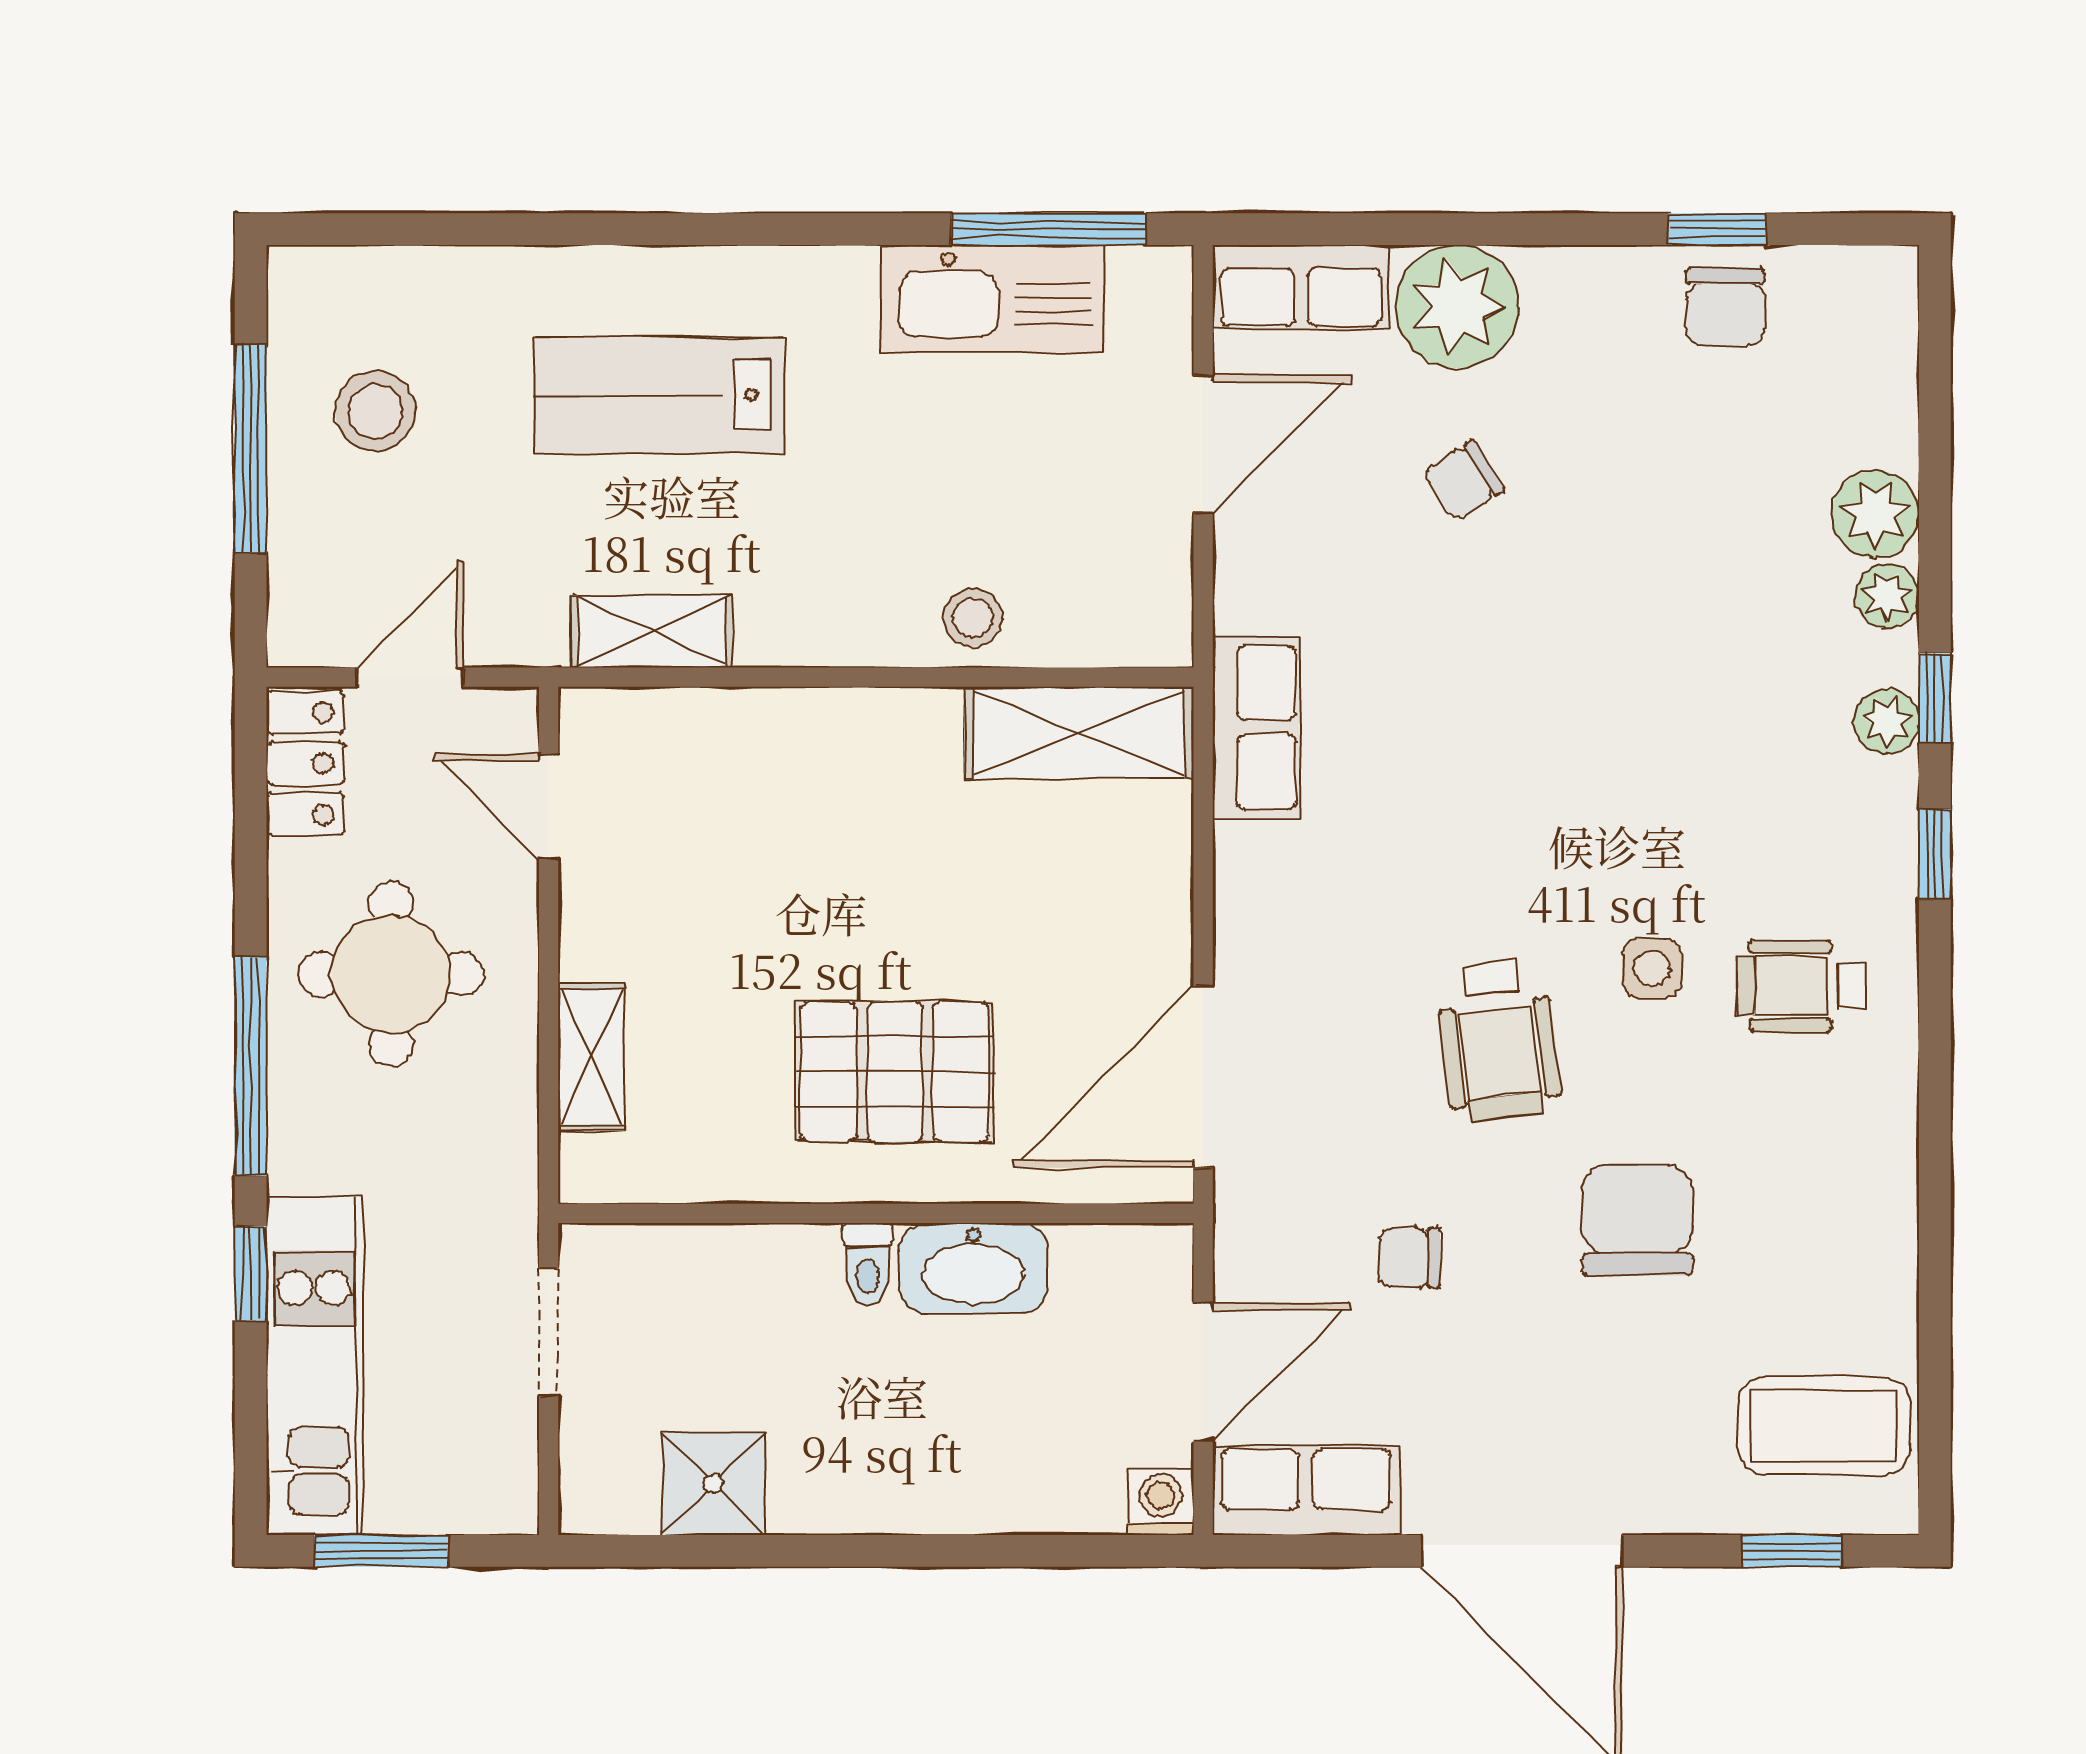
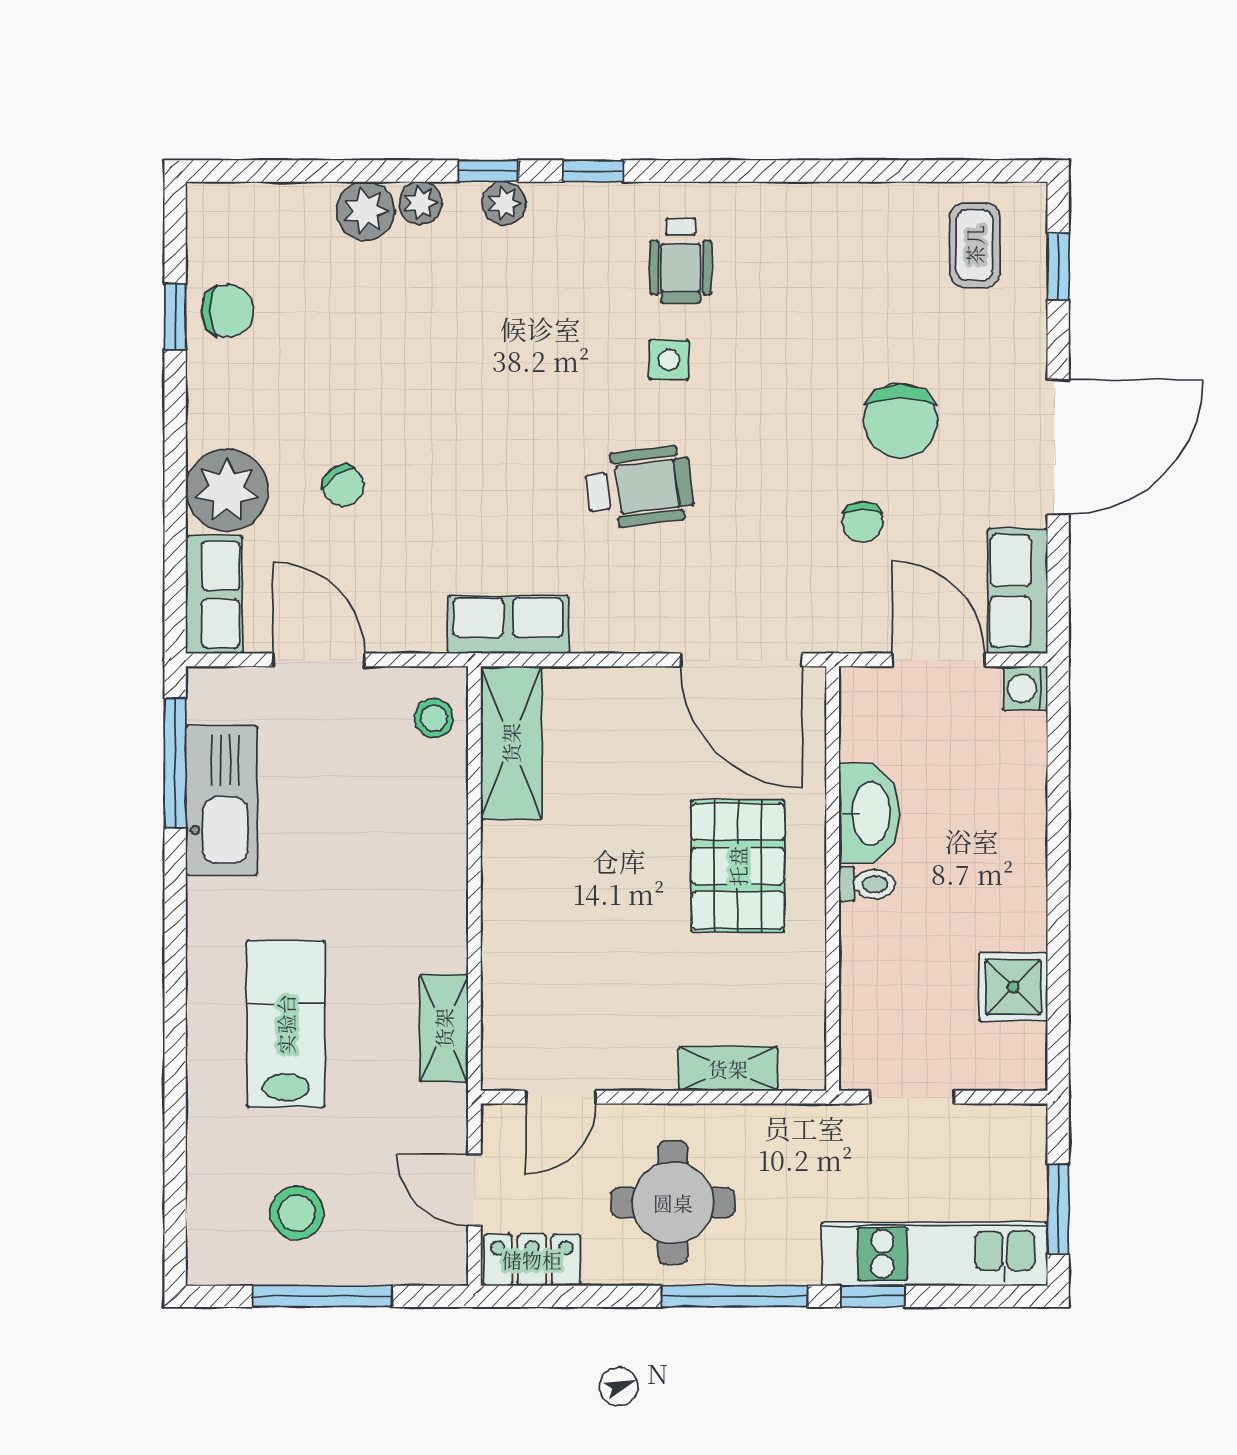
lab bench: (659, 395) -> (286, 1024), turned 180
stool: (973, 618) -> (434, 718), moved
wheelchair: (1498, 1040) -> (639, 487), moved
chair: (1637, 1220) -> (901, 421), moved, turned -90
coffee table: (1824, 1426) -> (975, 245), width x0.73, depth x0.77

